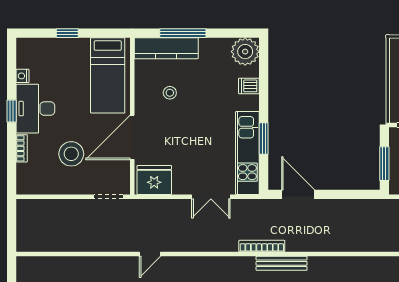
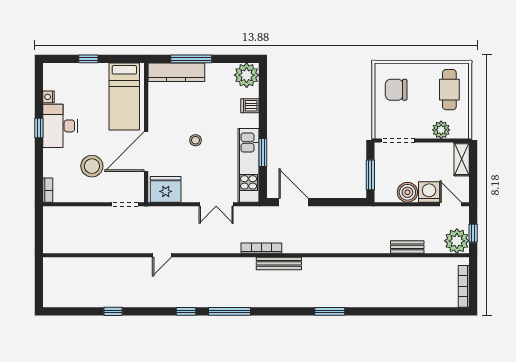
stool: (170, 93) -> (195, 140), moved
bookcase: (22, 148) -> (48, 190), moved

